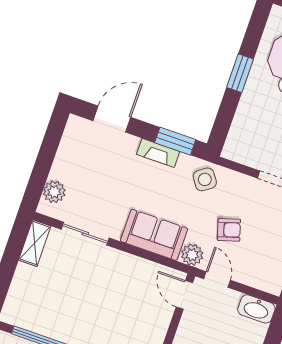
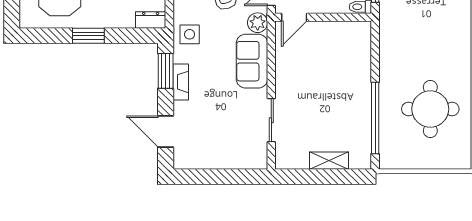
dresser: (234, 144) -> (151, 20), added
side table: (205, 179) -> (190, 34), turned 35
plant: (54, 192) -> (245, 159), removed
shelving: (35, 243) -> (329, 161), moved

